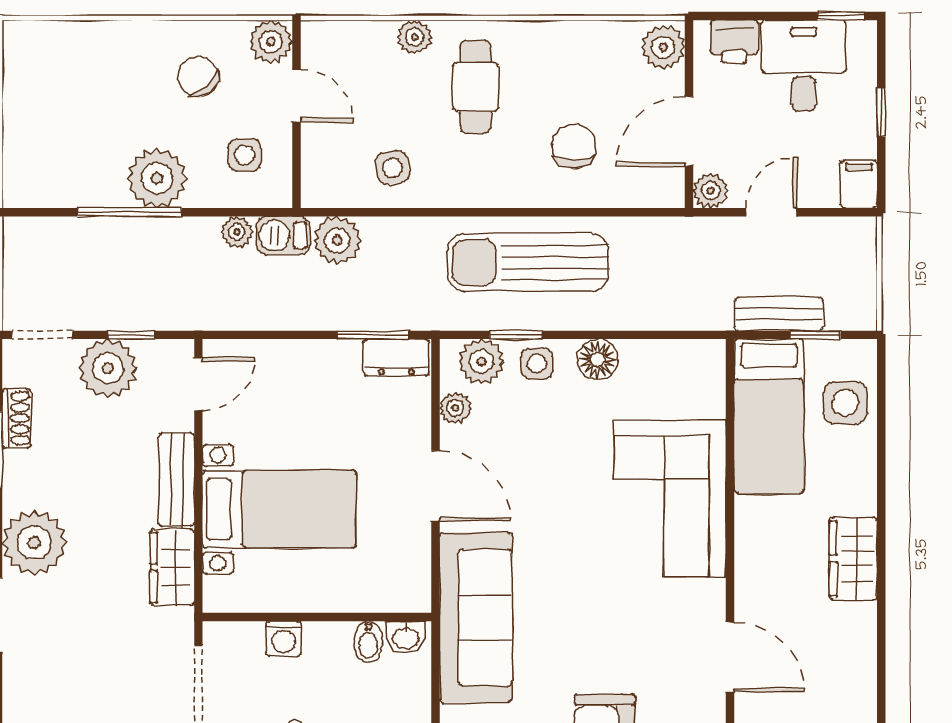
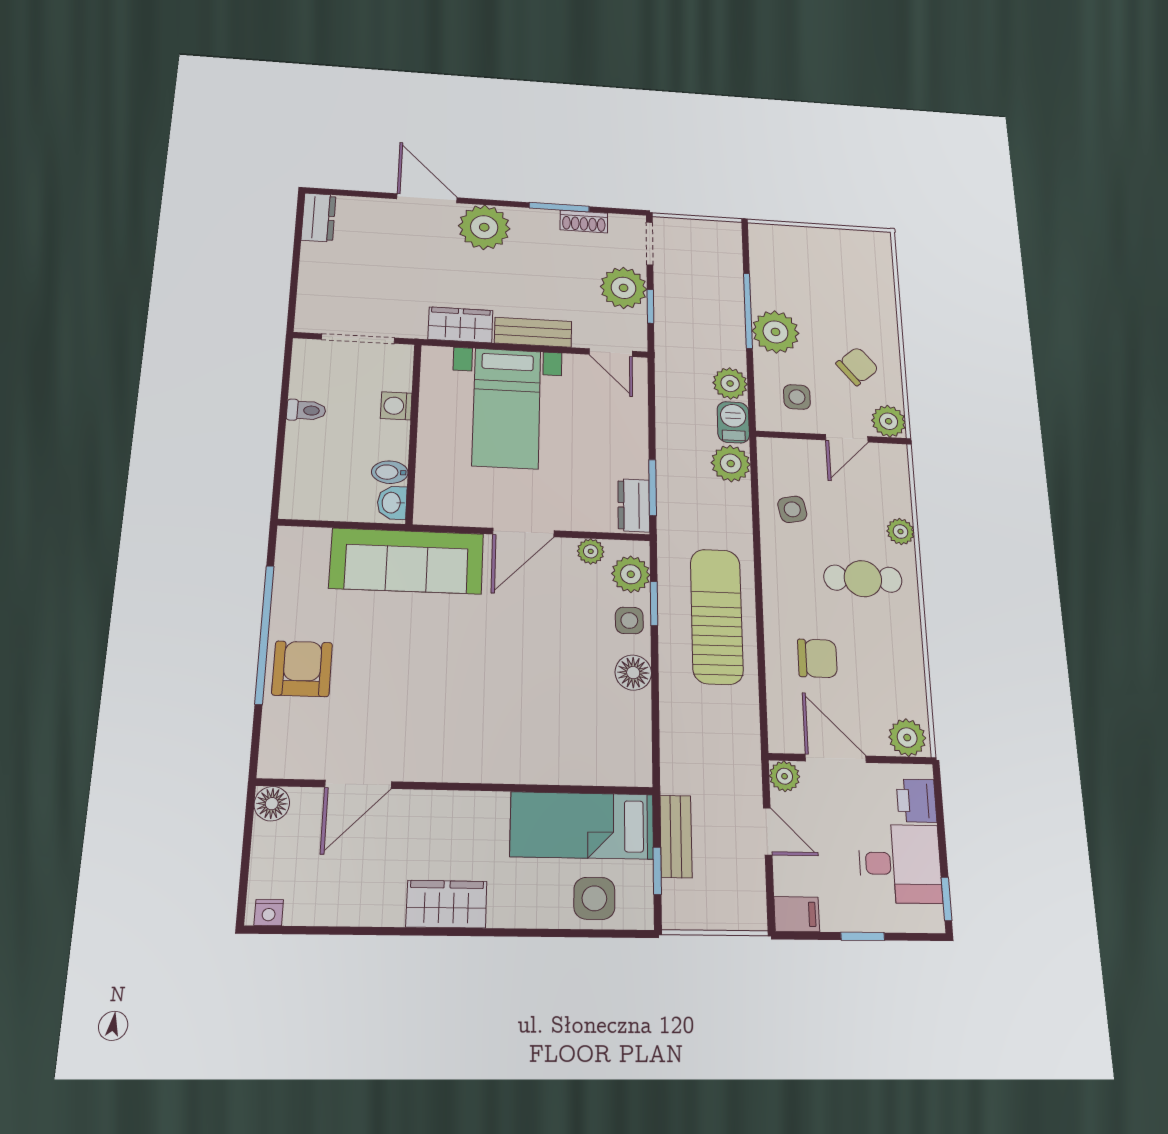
plant: (237, 232) -> (730, 383), width x1.38, depth x1.38
corner sofa: (670, 499) -> (508, 733), removed

